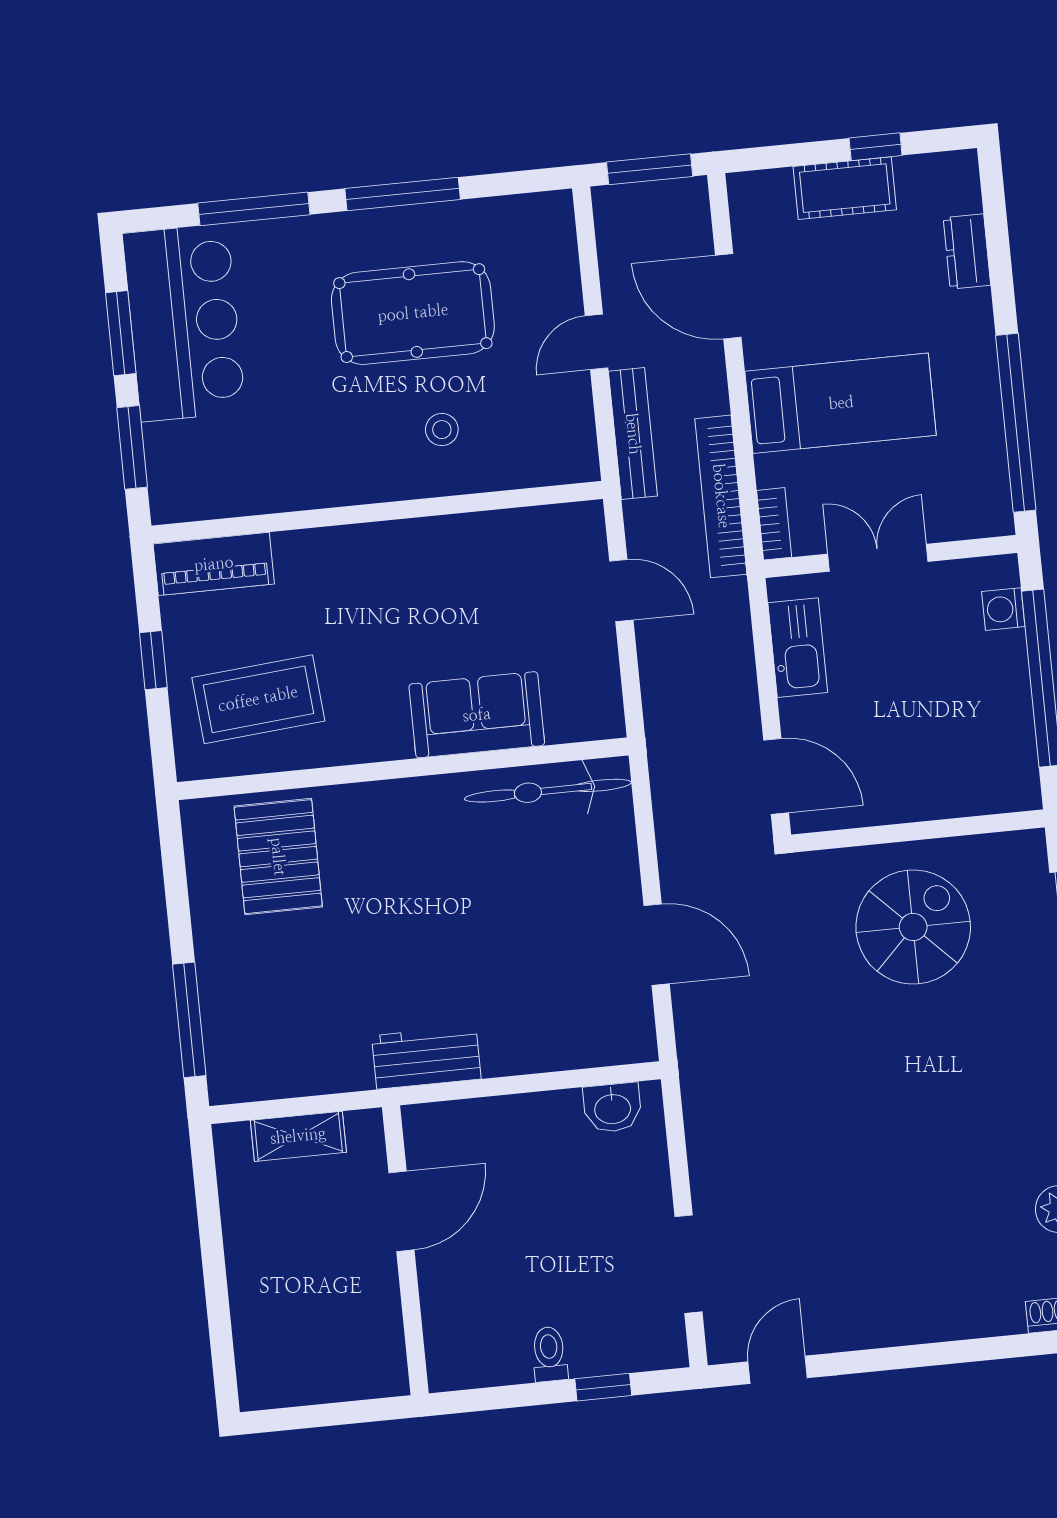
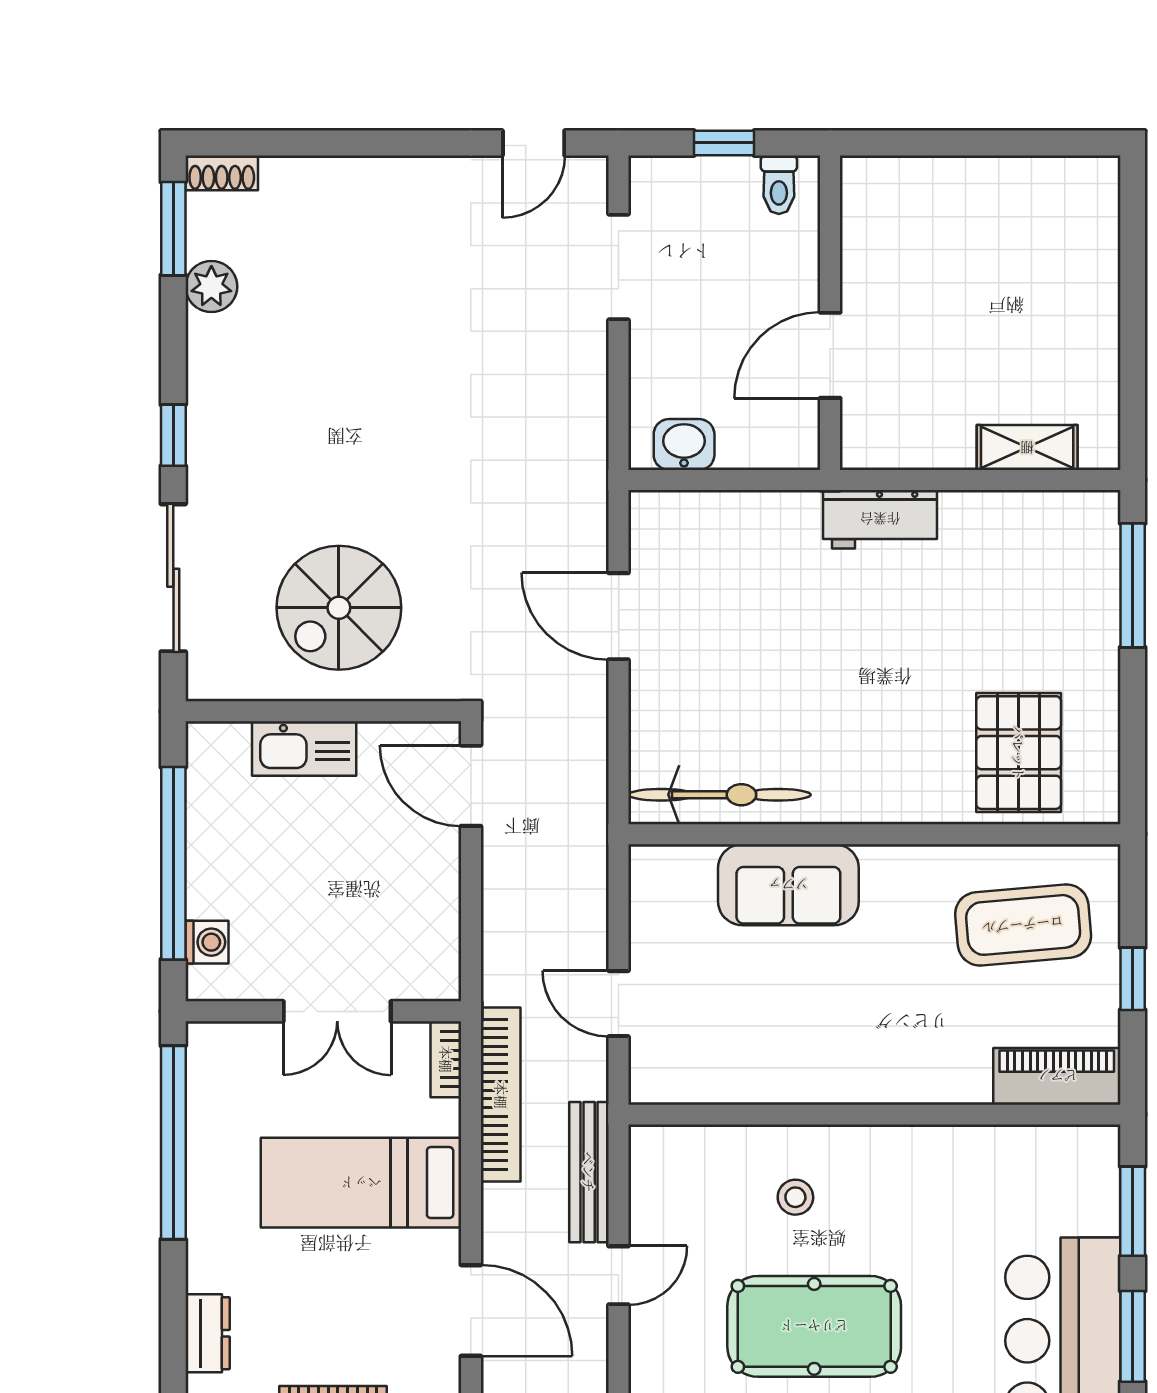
kitchen sink: (798, 648) -> (304, 748), moved, turned -90
door: (401, 1211) -> (830, 355), moved
wall: (405, 1250) -> (830, 313), moved

